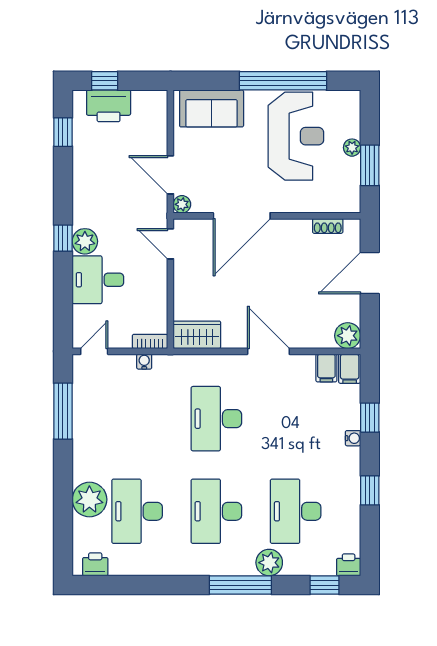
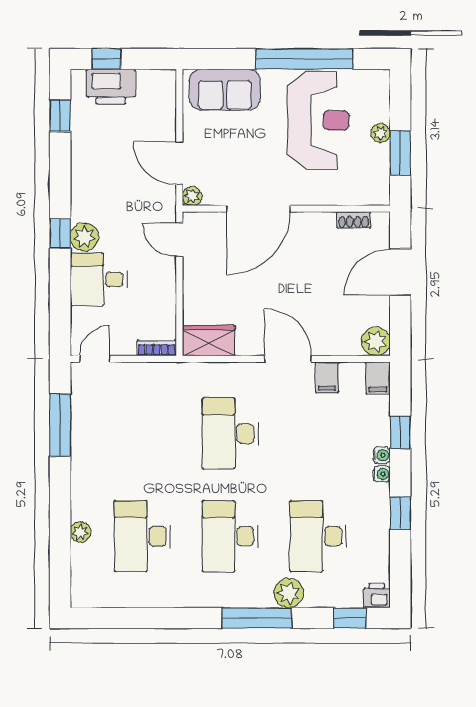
water cooler: (144, 362) -> (382, 474), moved, turned 90
filing cabinet: (326, 368) -> (327, 377), moved
plant: (89, 500) -> (81, 532), width x0.53, depth x0.53
printer: (95, 564) -> (96, 595), removed

